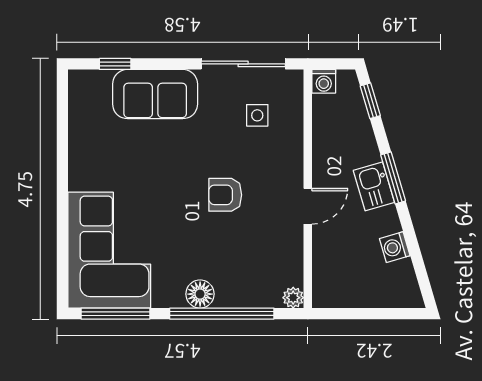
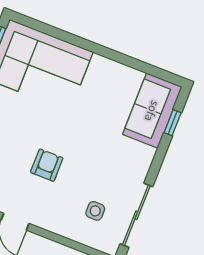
sofa: (155, 94) -> (152, 111), moved

